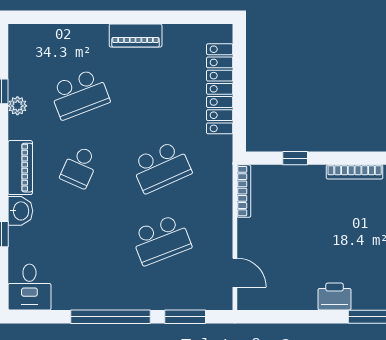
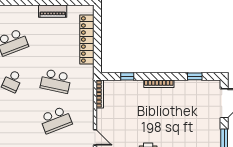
piano: (136, 35) -> (53, 11), moved
school desk: (161, 167) -> (56, 81), turned 36

